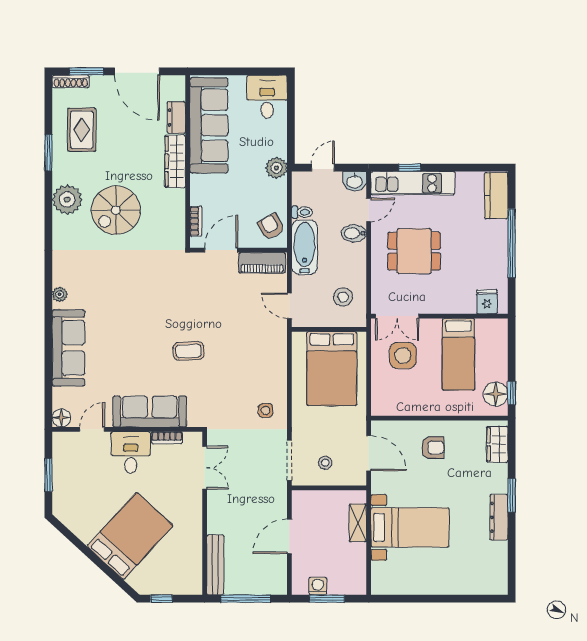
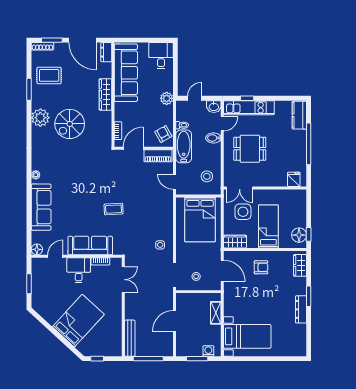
dresser: (176, 118) -> (106, 52), moved
rug: (82, 130) -> (49, 75), turned 90
bed: (458, 354) -> (268, 226), moved, turned 180
wardrobe: (390, 405) -> (235, 242), added
bed with nightstands: (410, 527) -> (247, 336), moved
washing machine: (318, 586) -> (208, 351), moved

